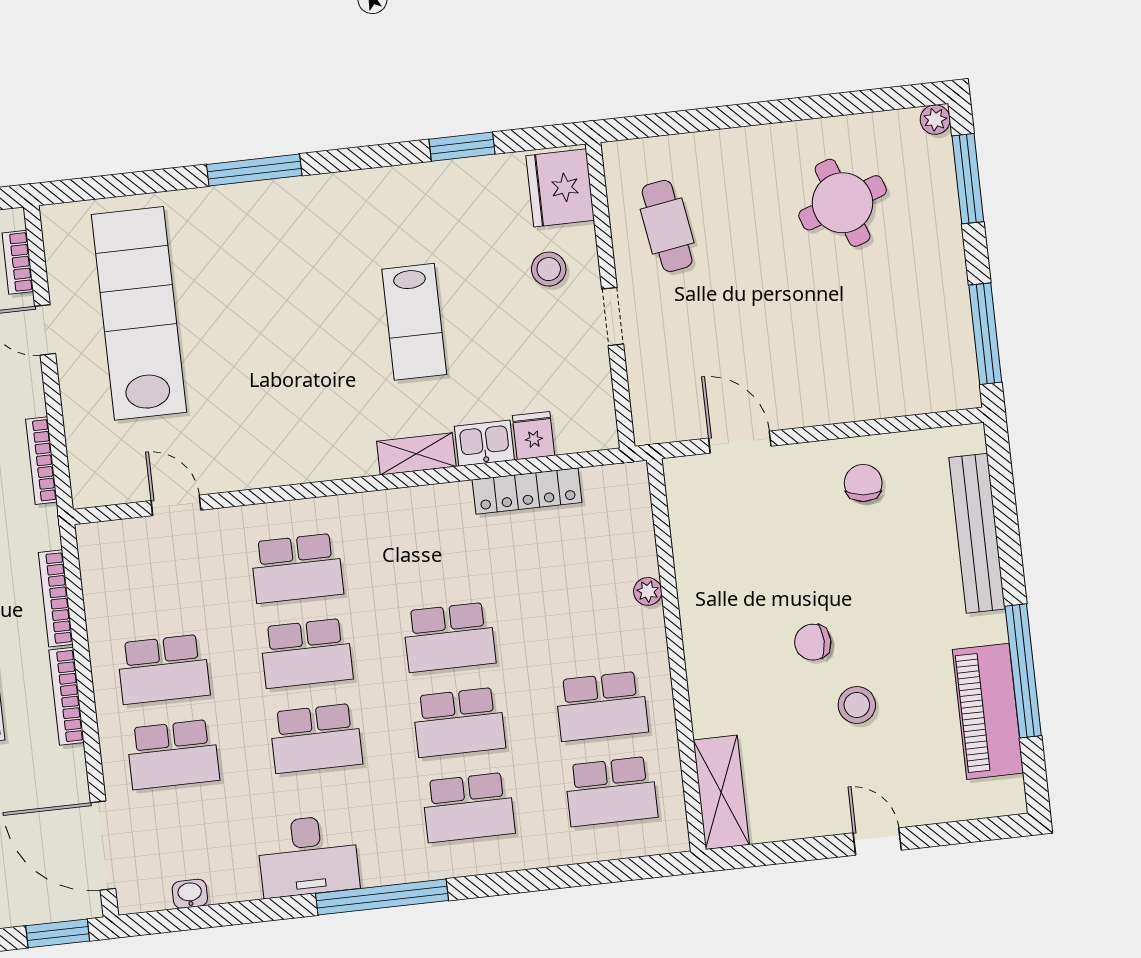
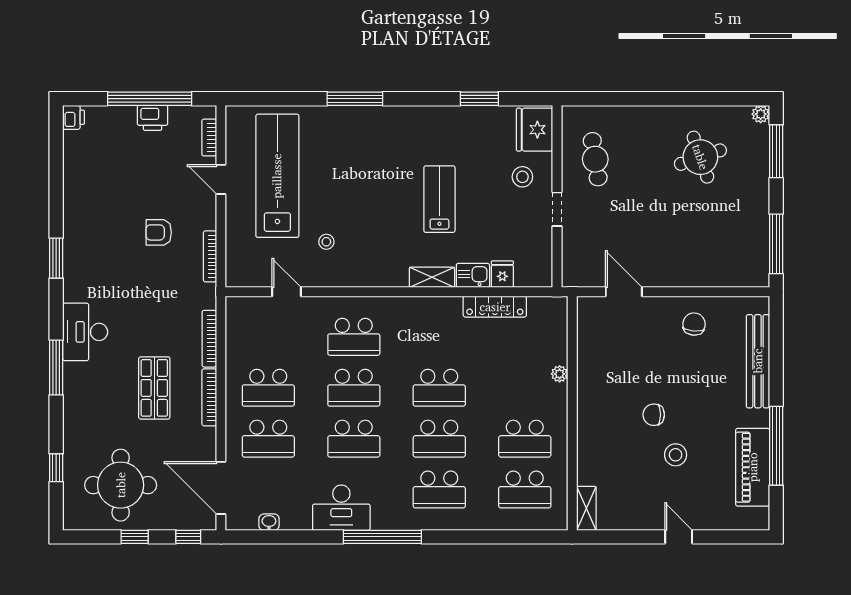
lab bench: (414, 322) -> (439, 199), turned 180
stool: (233, 414) -> (326, 242), added
shelving: (721, 792) -> (586, 508), width x0.67, depth x0.75
window: (58, 933) -> (188, 537), width x0.67

